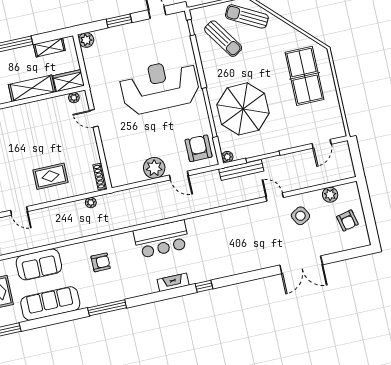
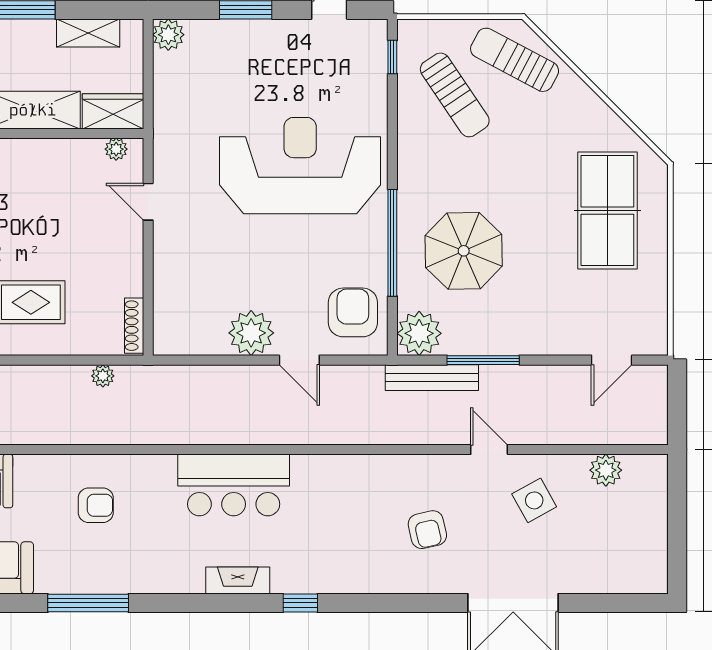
parasol: (243, 109) -> (464, 251), width x0.73, depth x0.73
plant: (227, 157) -> (419, 333), width x1.88, depth x1.88
armchair: (347, 221) -> (427, 530), moved

